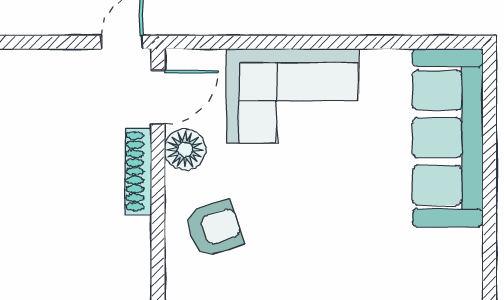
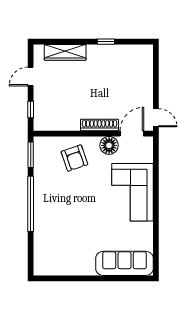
door: (158, 97) -> (132, 134), swing flipped
sofa: (448, 138) -> (124, 263), width x0.74, depth x0.79

